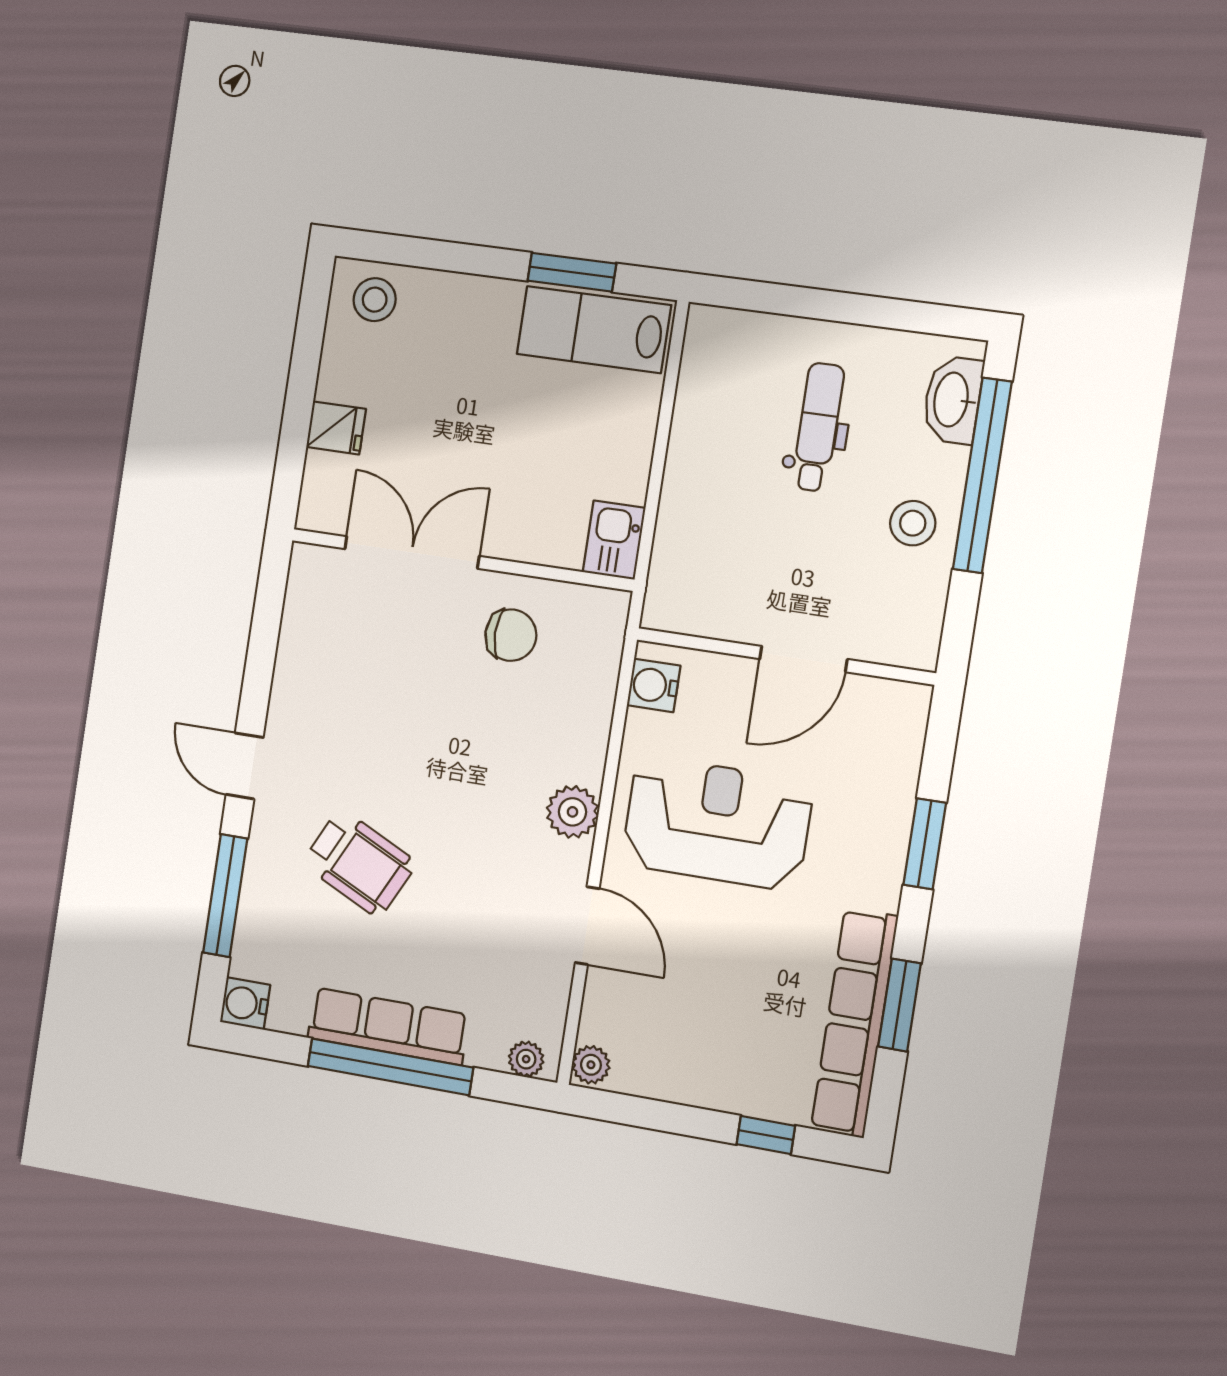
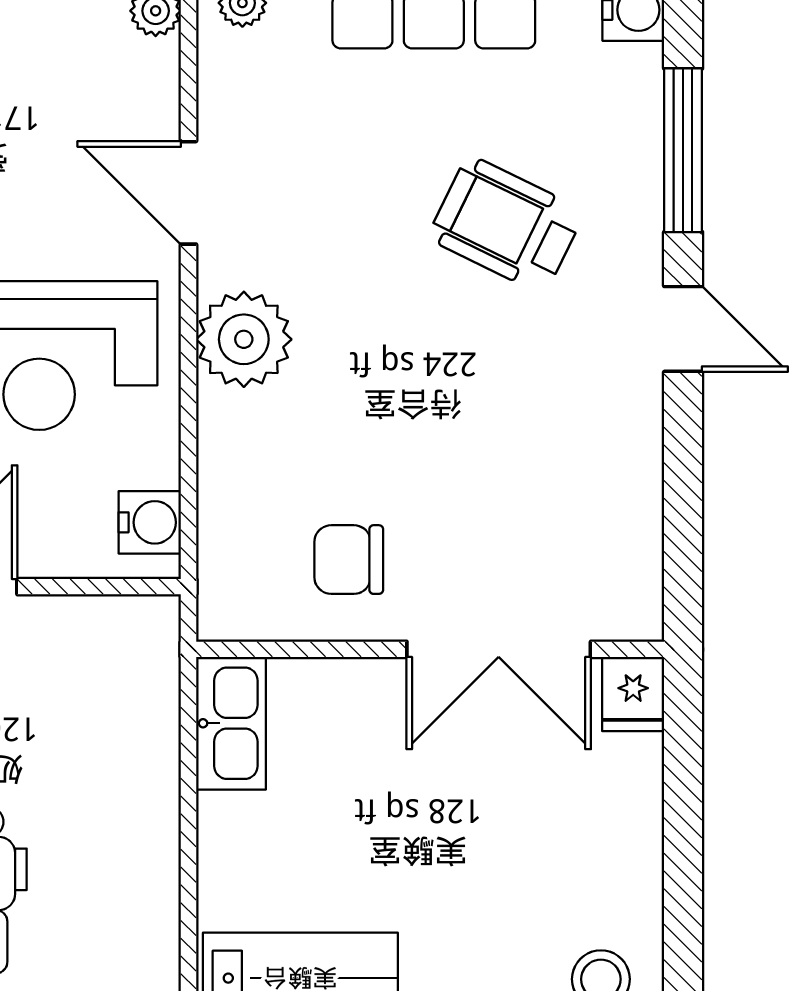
fridge: (336, 428) -> (633, 694), moved, turned -90
kitchen sink: (614, 540) -> (231, 723), width x1.38
plant: (572, 812) -> (244, 339), width x1.36, depth x1.36

